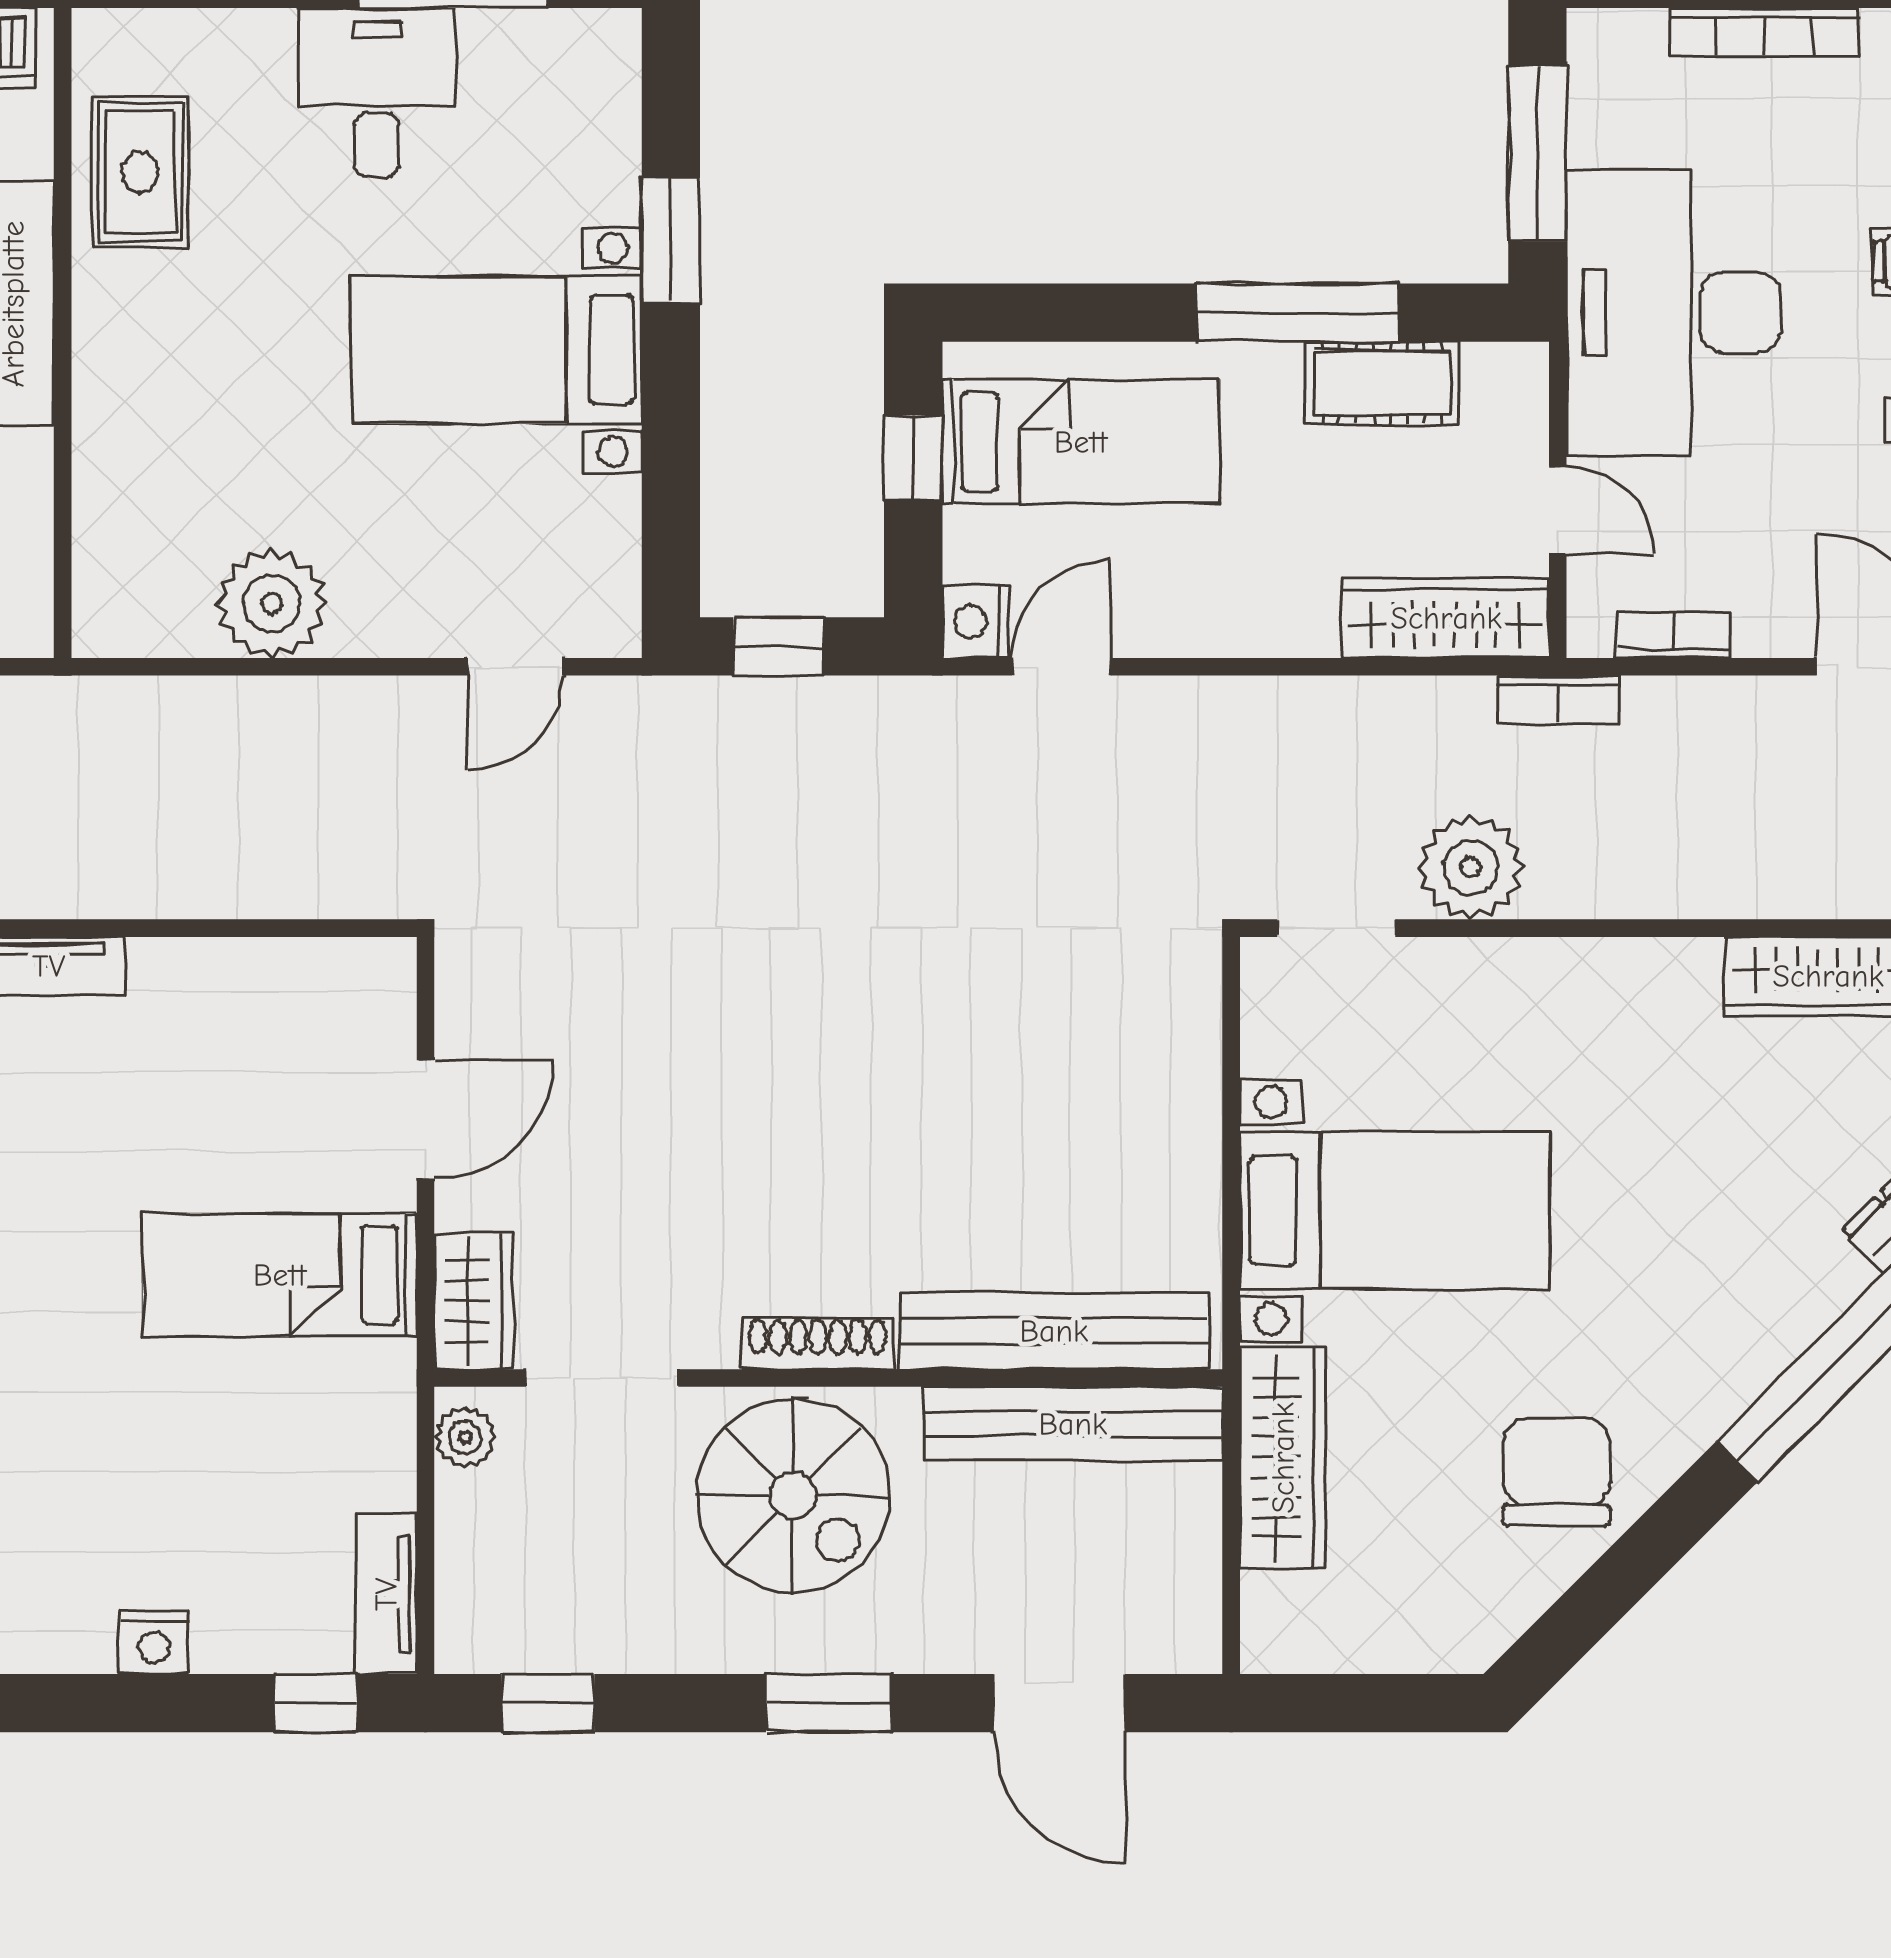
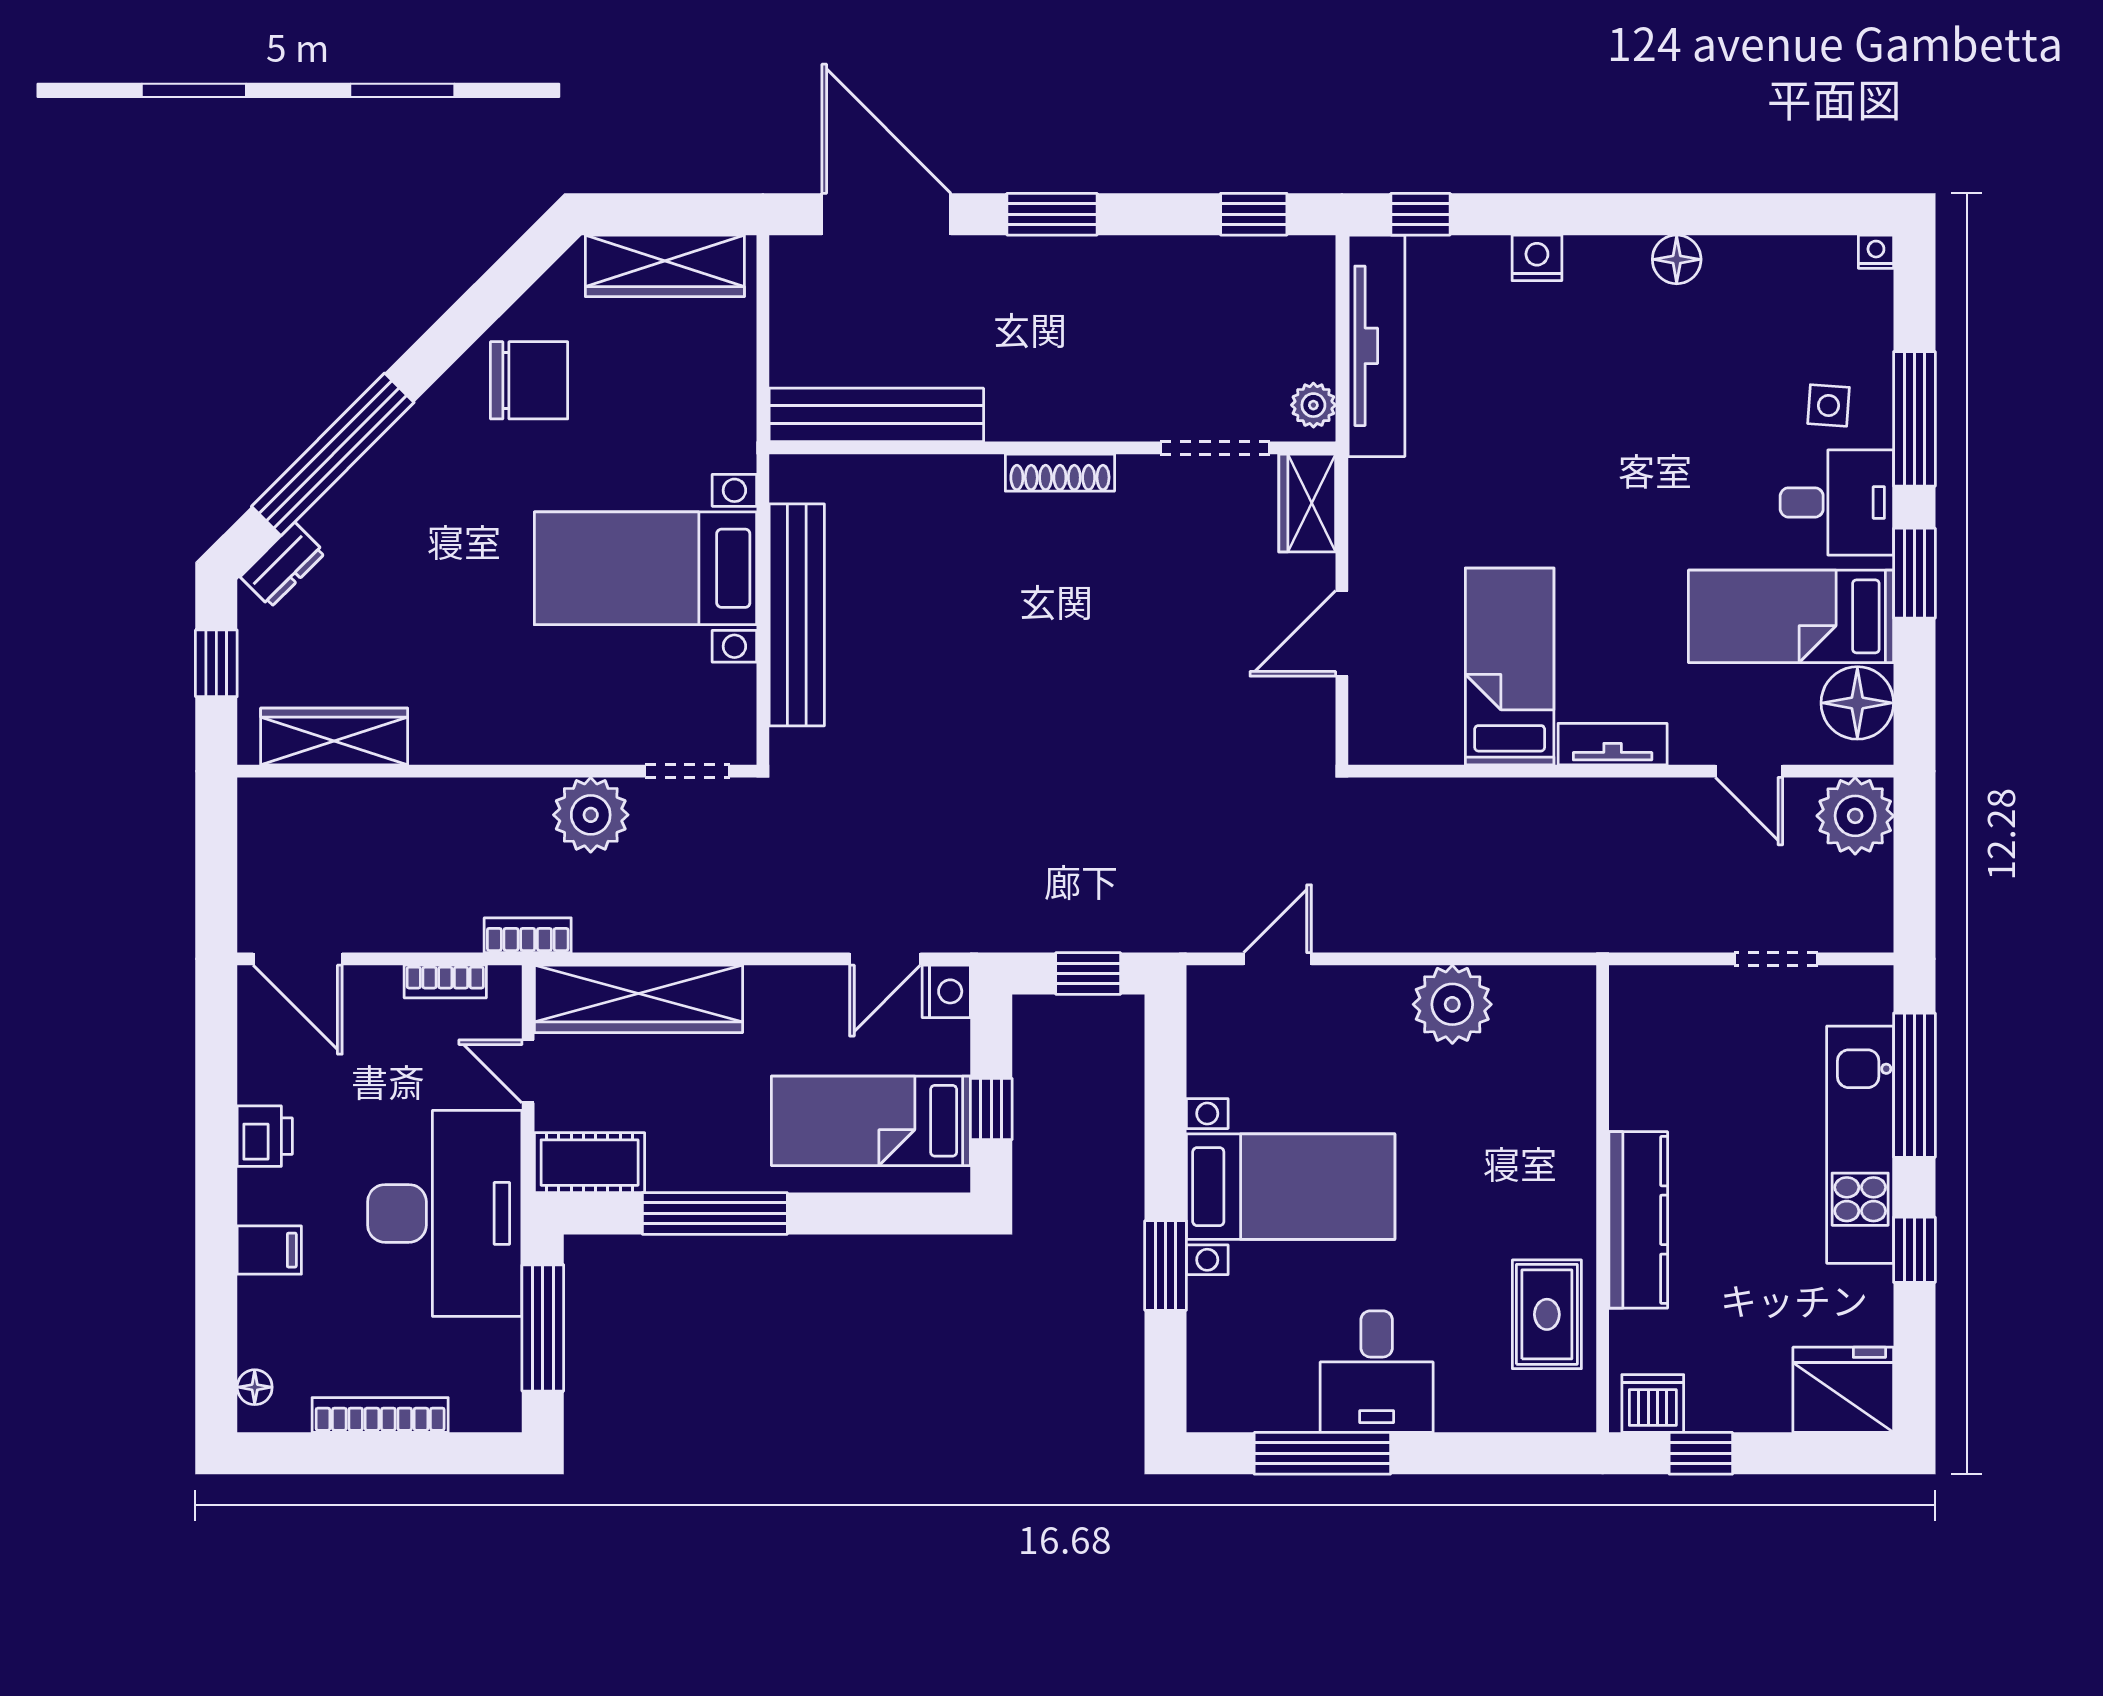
cot: (1382, 383) -> (590, 1163), moved
wardrobe: (1446, 618) -> (639, 999), width x1.40, depth x1.17
bed: (280, 1275) -> (1510, 666), moved, turned -90
bench: (1054, 1331) -> (797, 615), moved, turned 90
wardrobe: (1283, 1458) -> (665, 266), moved, turned -90
chair: (1557, 1472) -> (529, 380), turned -90
spiral stairs: (793, 1496) -> (1078, 363), removed
tv unit: (386, 1594) -> (1376, 346), width x1.92, depth x1.29
door: (1059, 1703) -> (886, 214), width x1.36

